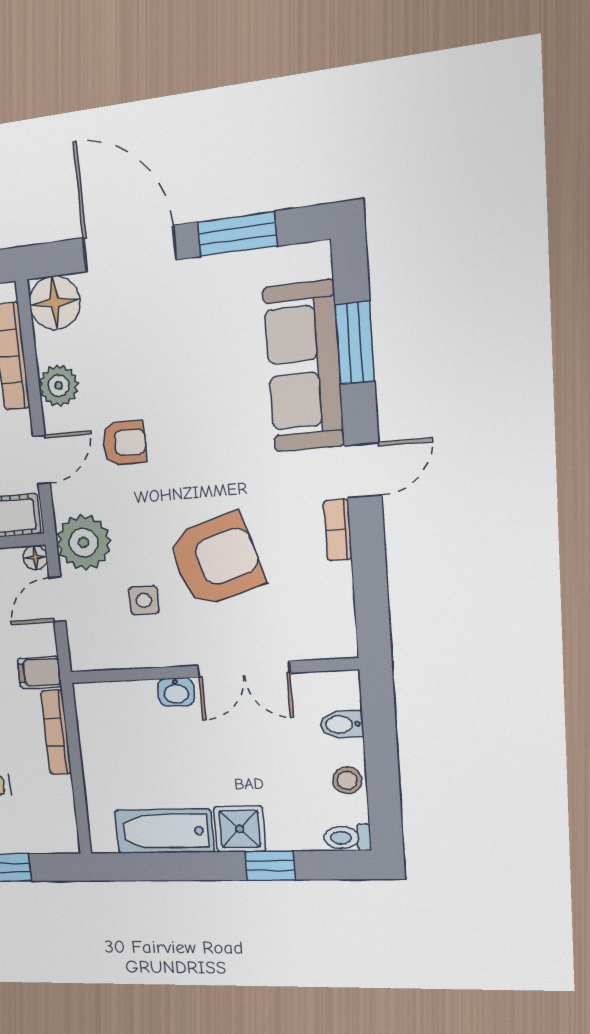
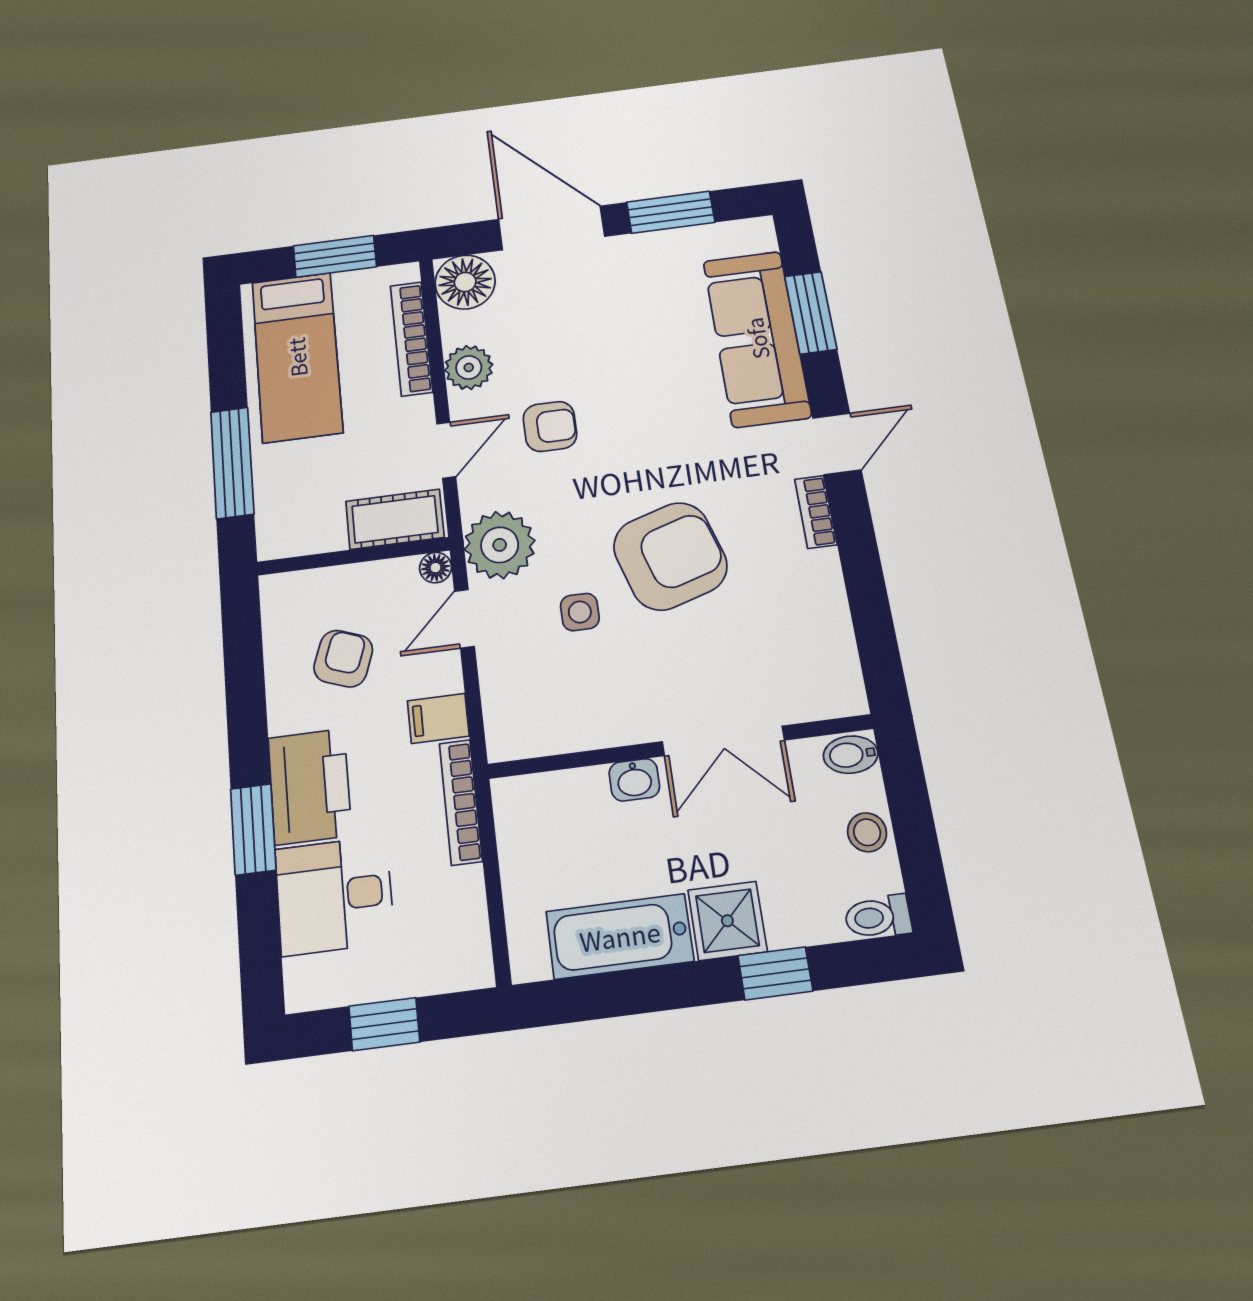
double door: (244, 669) -> (723, 741), moved
wall: (211, 671) -> (680, 746), moved
washbasin: (176, 692) -> (634, 780), moved

